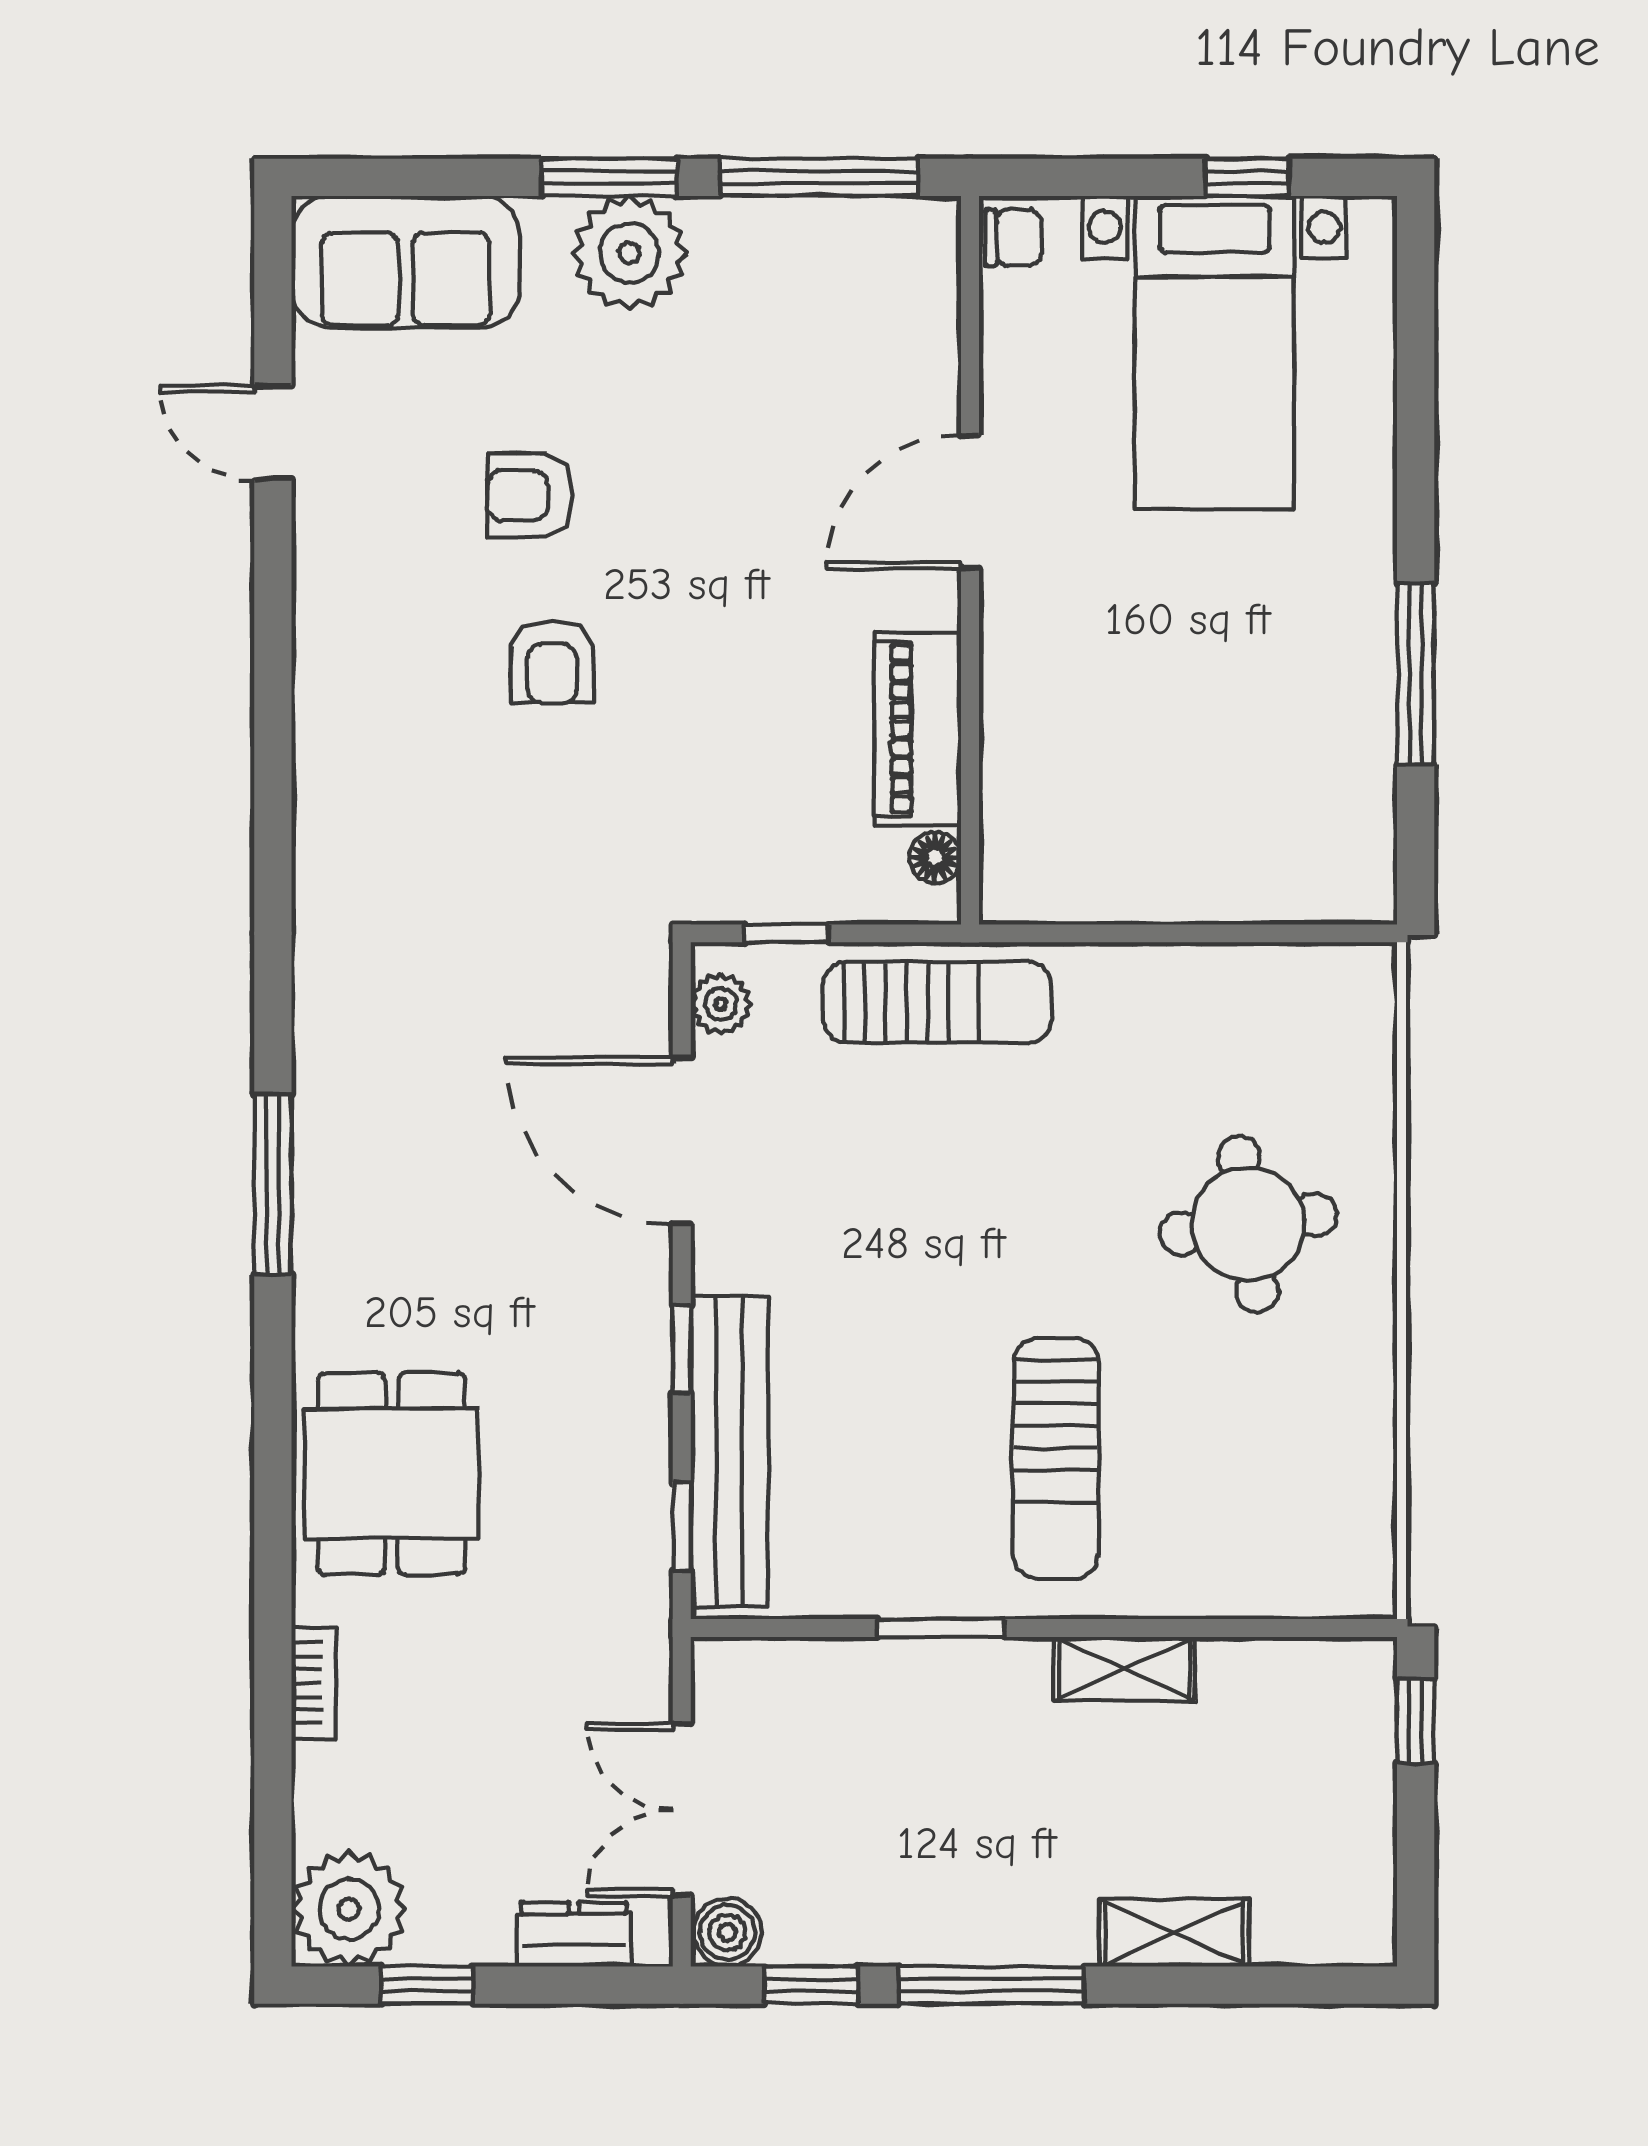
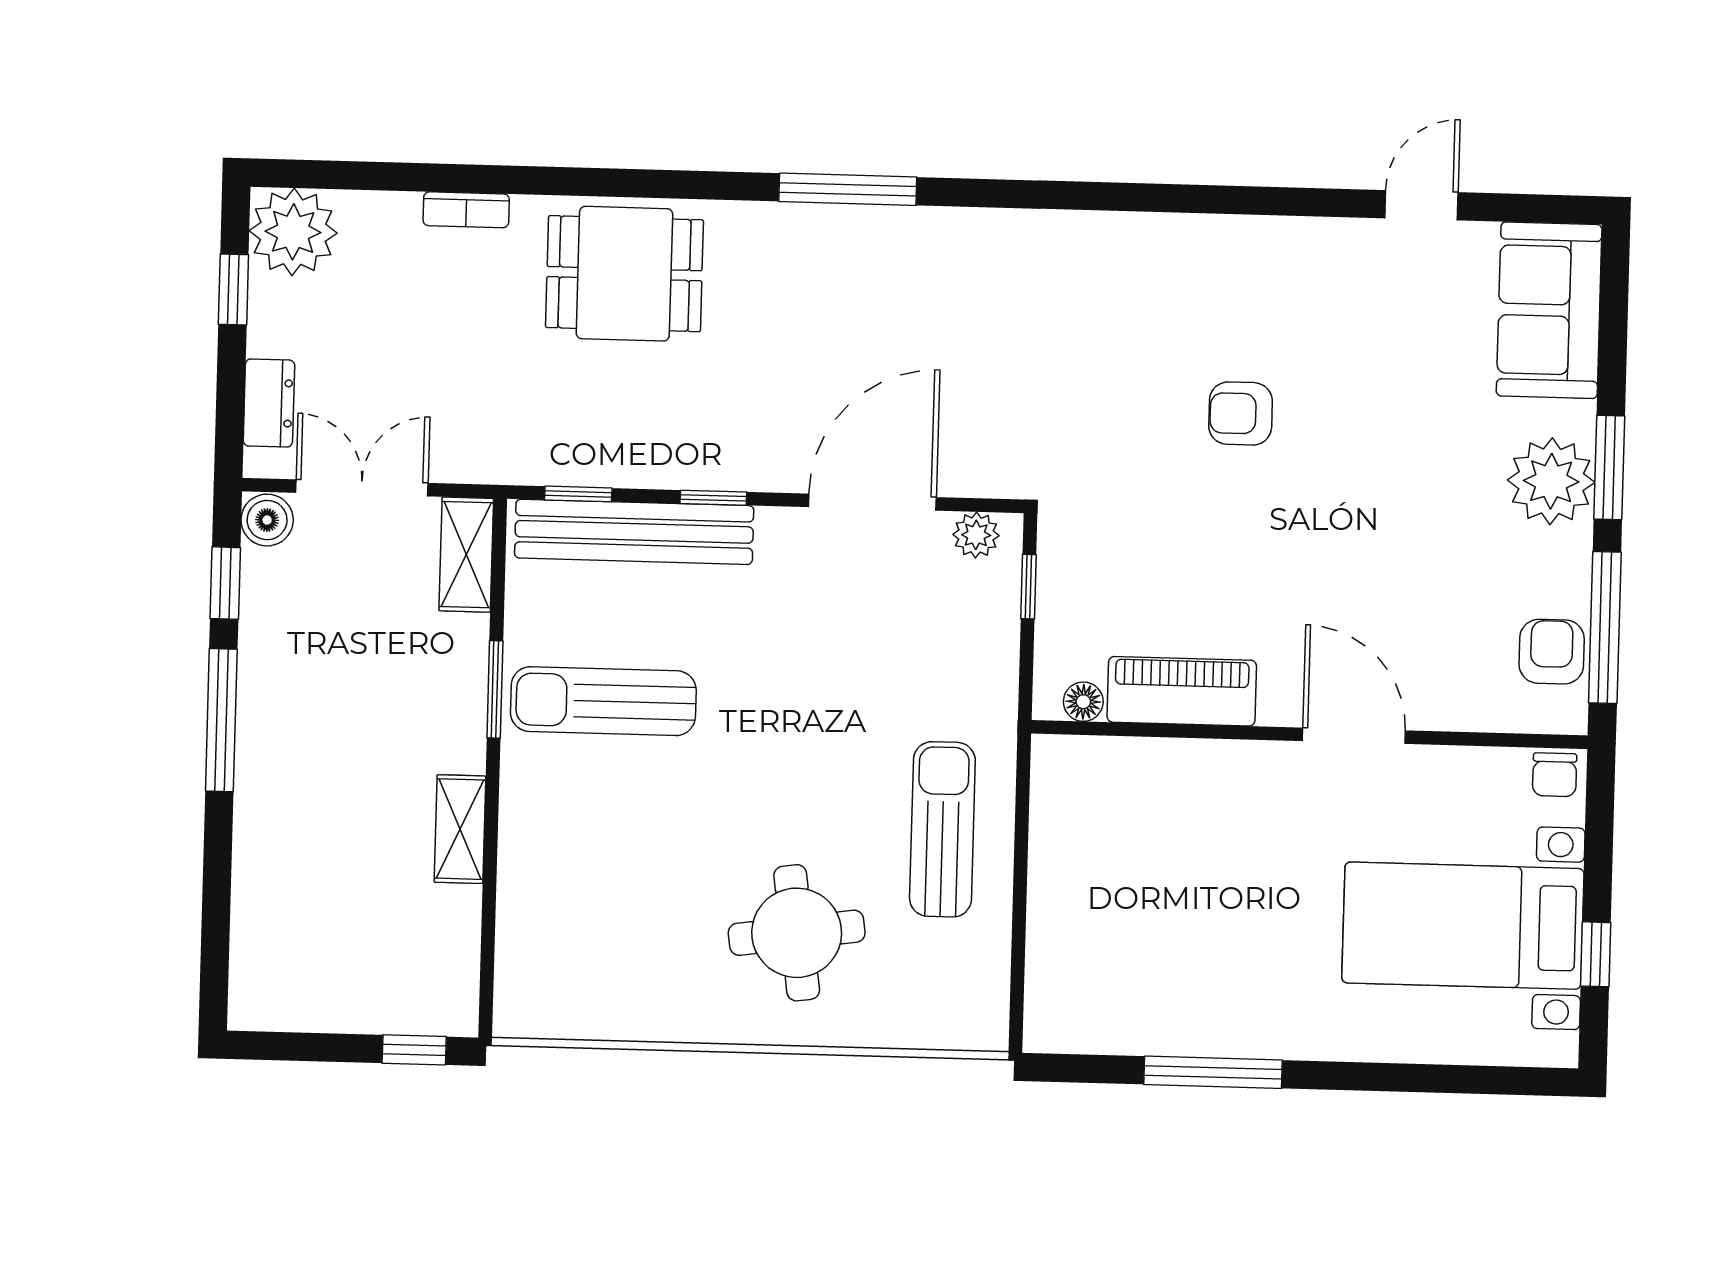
armchair: (529, 495) -> (1552, 652), moved
sun lounger: (937, 1002) -> (942, 829), moved, turned 180
sun lounger: (1056, 1458) -> (603, 701), moved
shelving: (1175, 1933) -> (466, 555), moved

